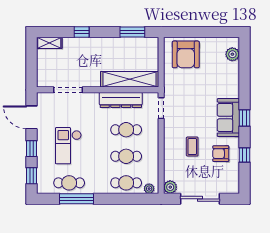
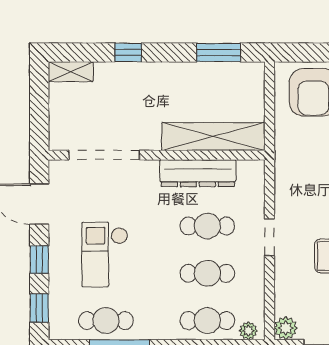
doorway: (68, 90) -> (104, 155), width x1.36
doorway: (161, 108) -> (269, 237), moved

